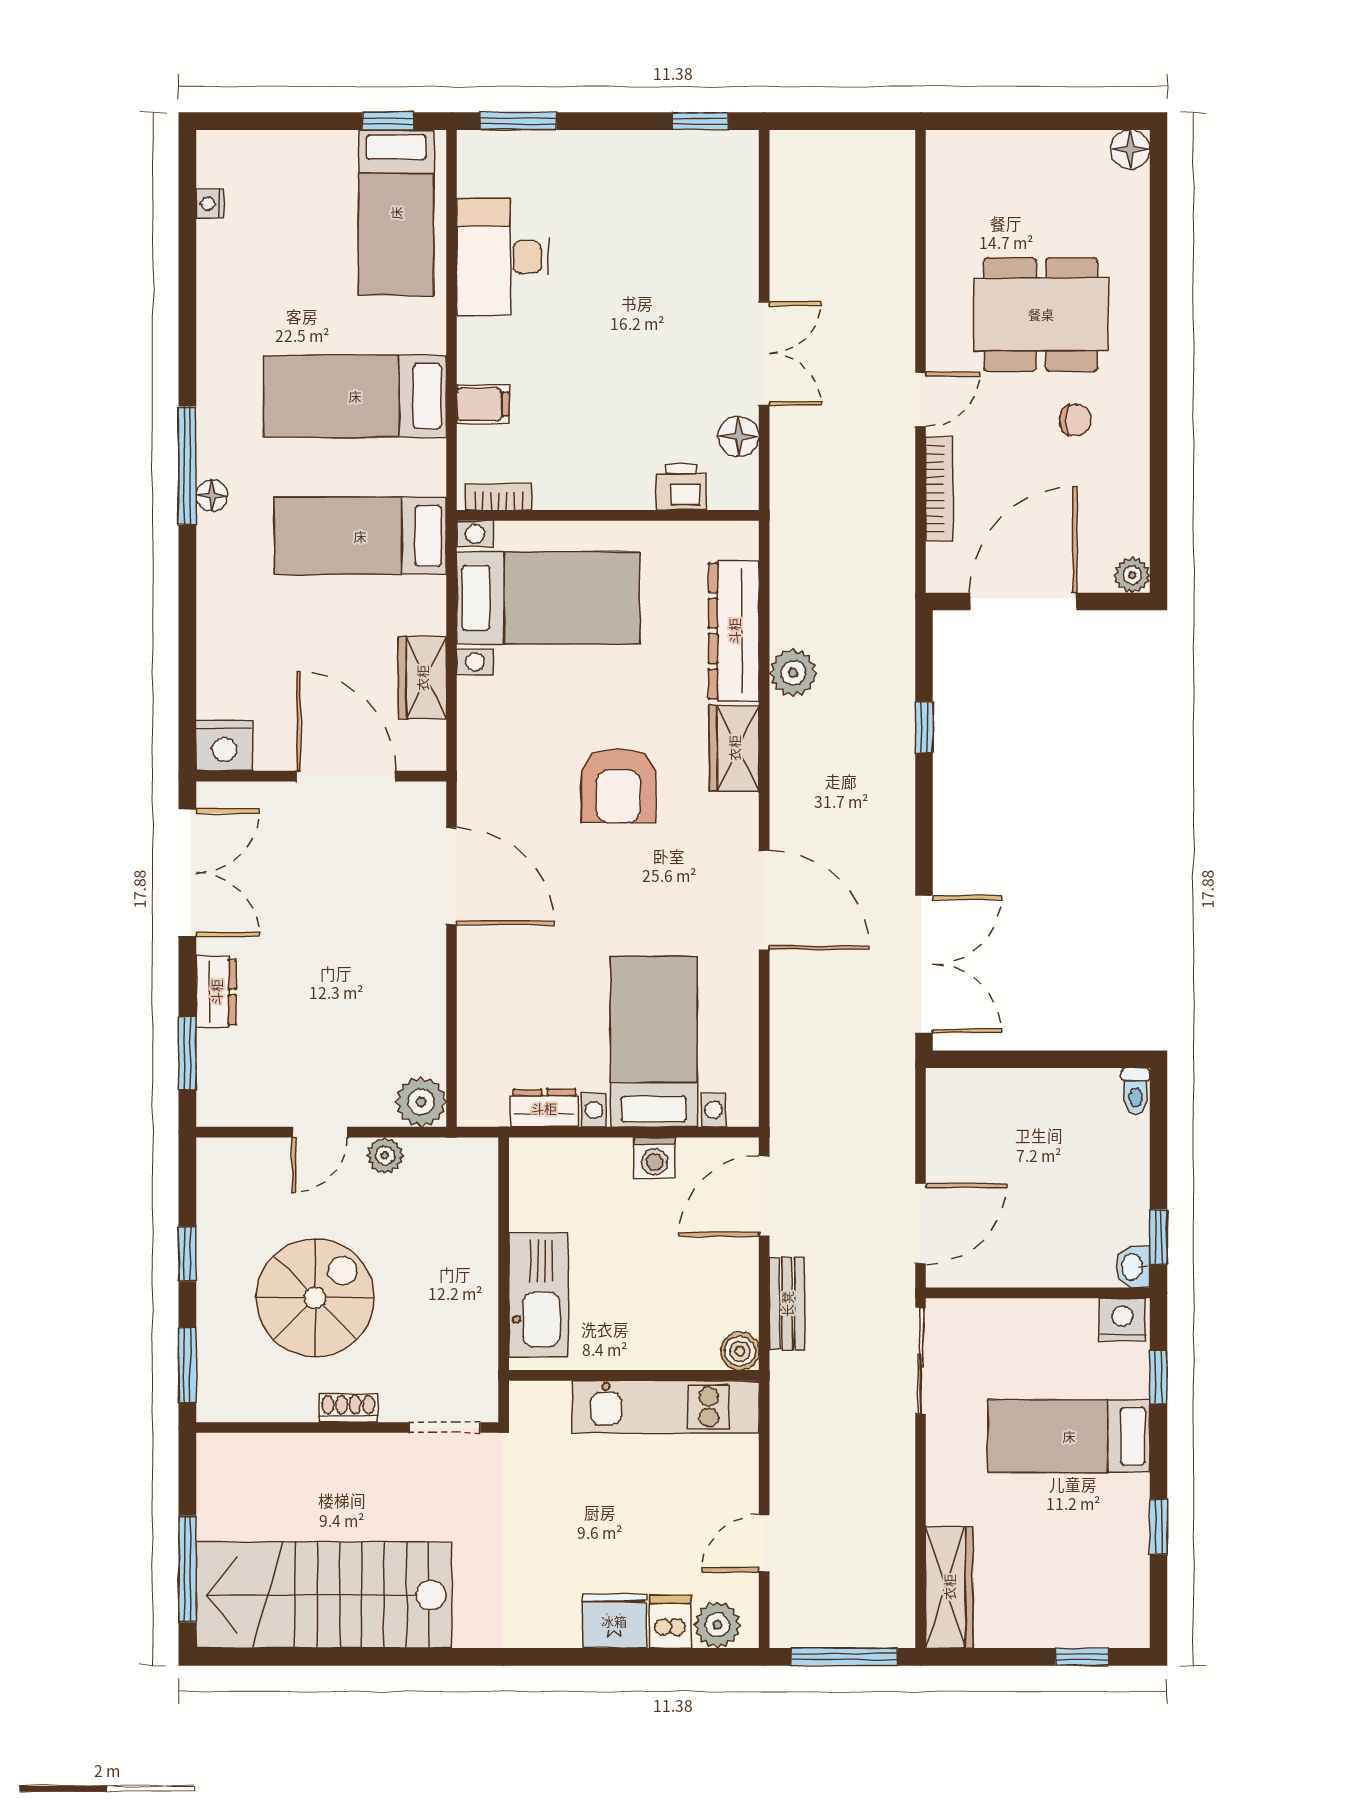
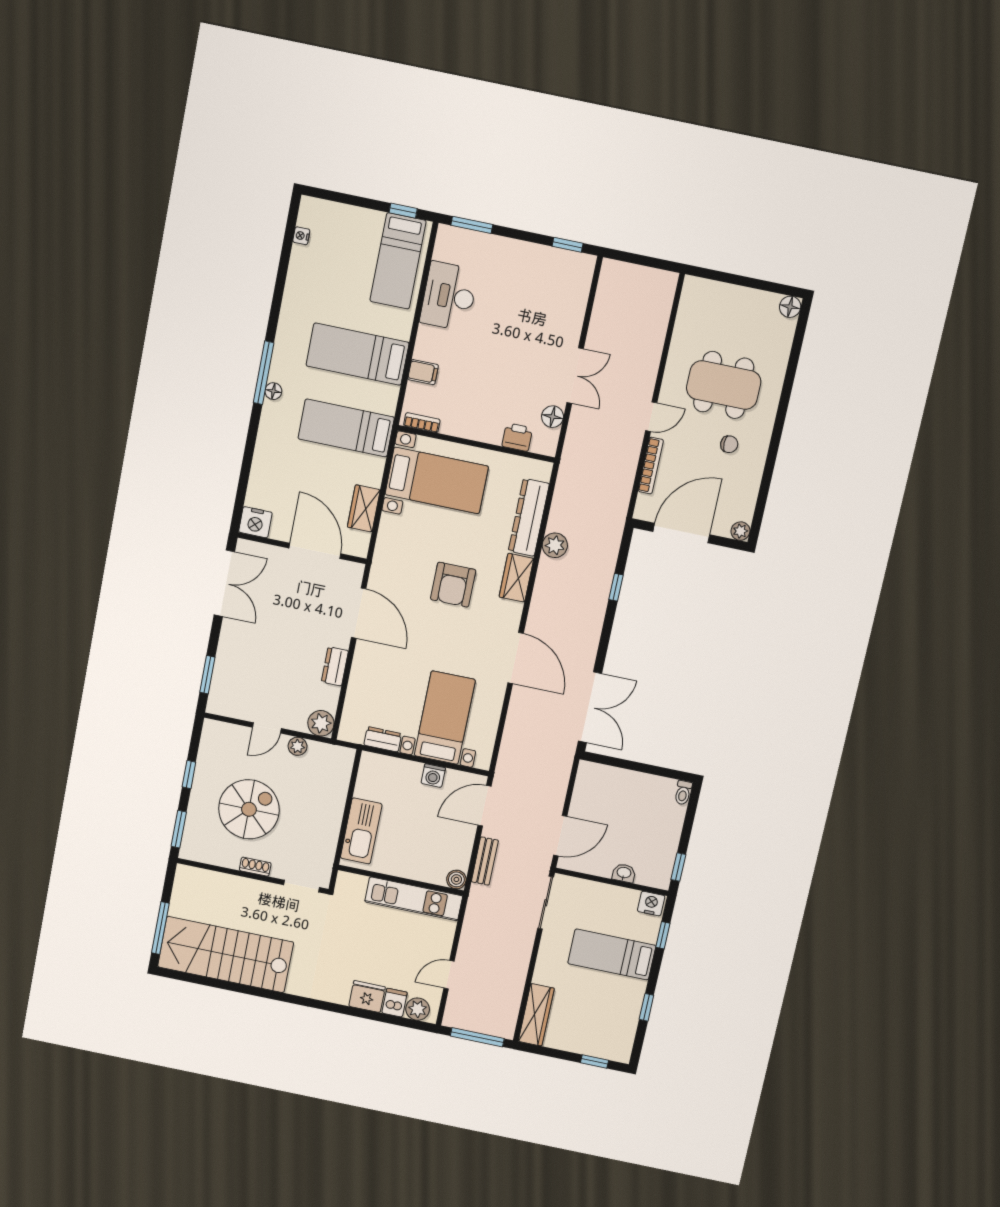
dresser: (216, 992) -> (335, 666), moved, turned 180
washbasin: (1133, 1267) -> (624, 873), moved, turned 90

